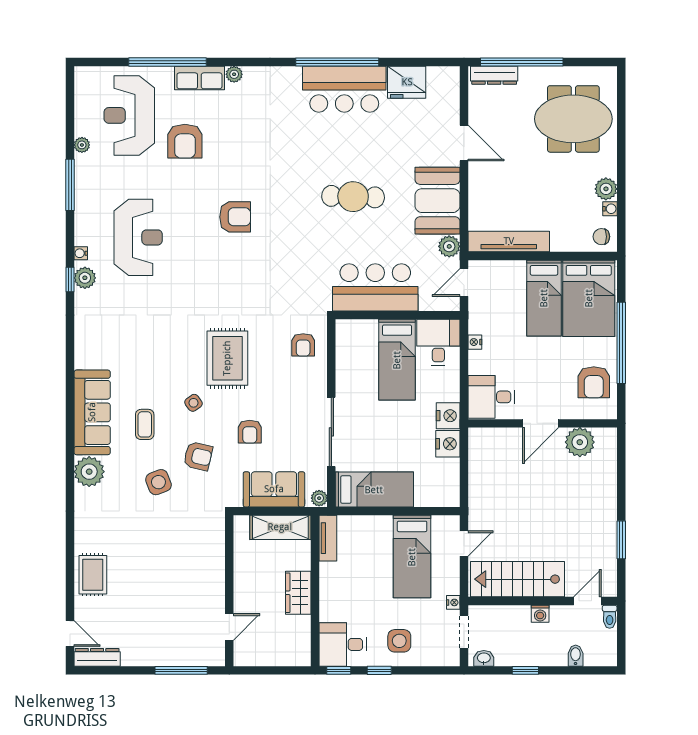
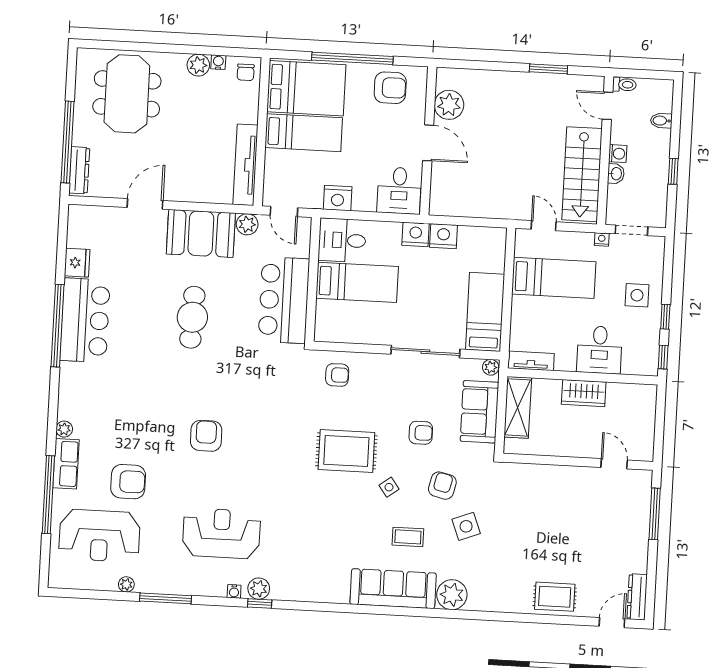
fridge: (407, 82) -> (77, 263), width x0.73, depth x0.75
nightstand: (475, 342) -> (338, 198), width x1.89, depth x1.79
desk: (343, 644) -> (600, 350), moved
washbasin: (484, 658) -> (616, 174), moved, turned 180

